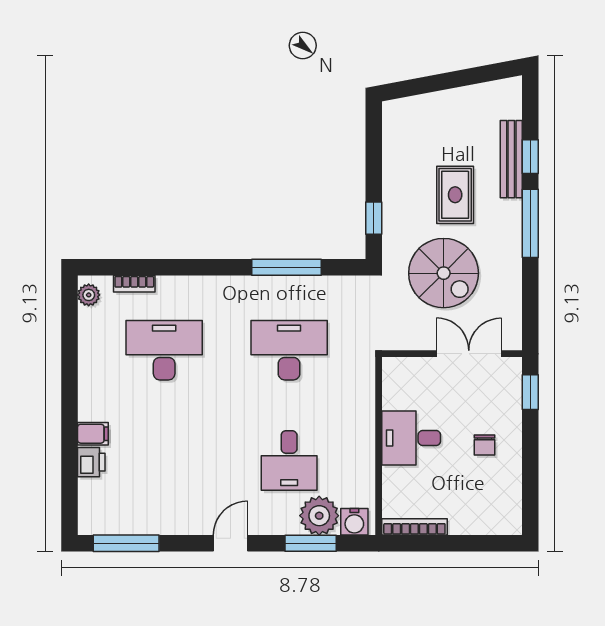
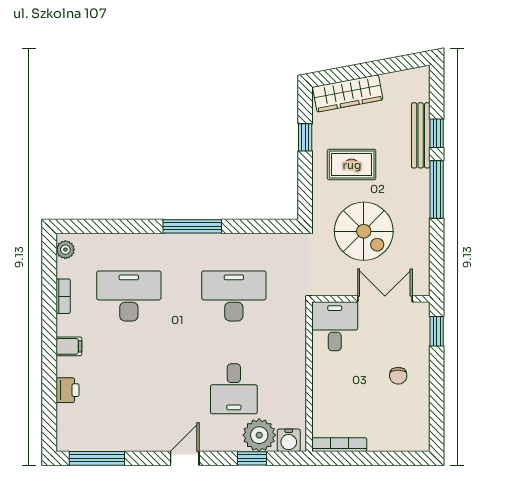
wardrobe: (425, 109) -> (348, 93), added
rug: (455, 195) -> (352, 165), moved, turned 90
window: (374, 218) -> (305, 137), moved
window: (286, 267) -> (192, 226), moved
bookcase: (134, 284) -> (63, 296), moved, turned -90
filing cabinet: (93, 434) -> (69, 346), moved
desk: (411, 438) -> (335, 326), moved, turned 90
window: (311, 543) -> (252, 458), width x0.67

